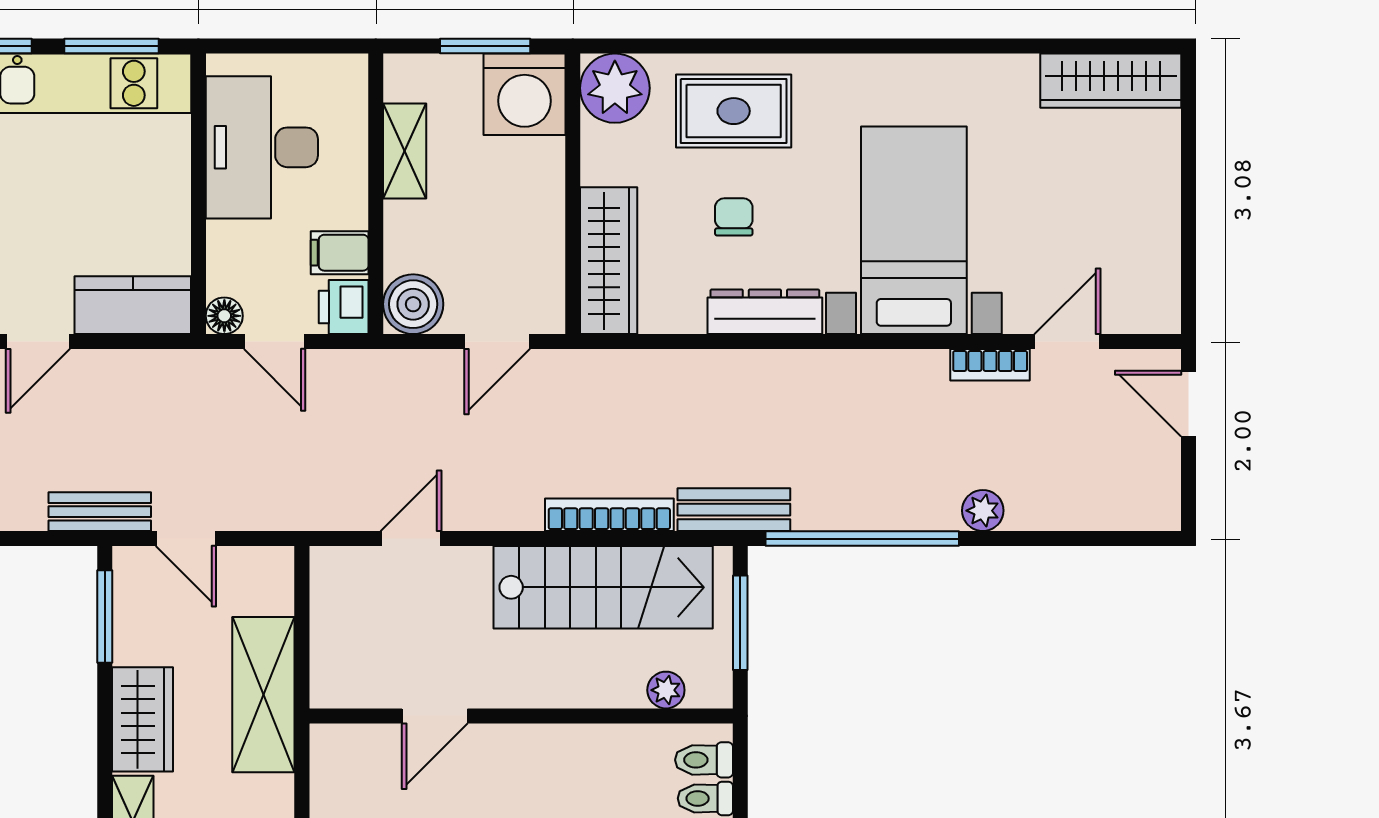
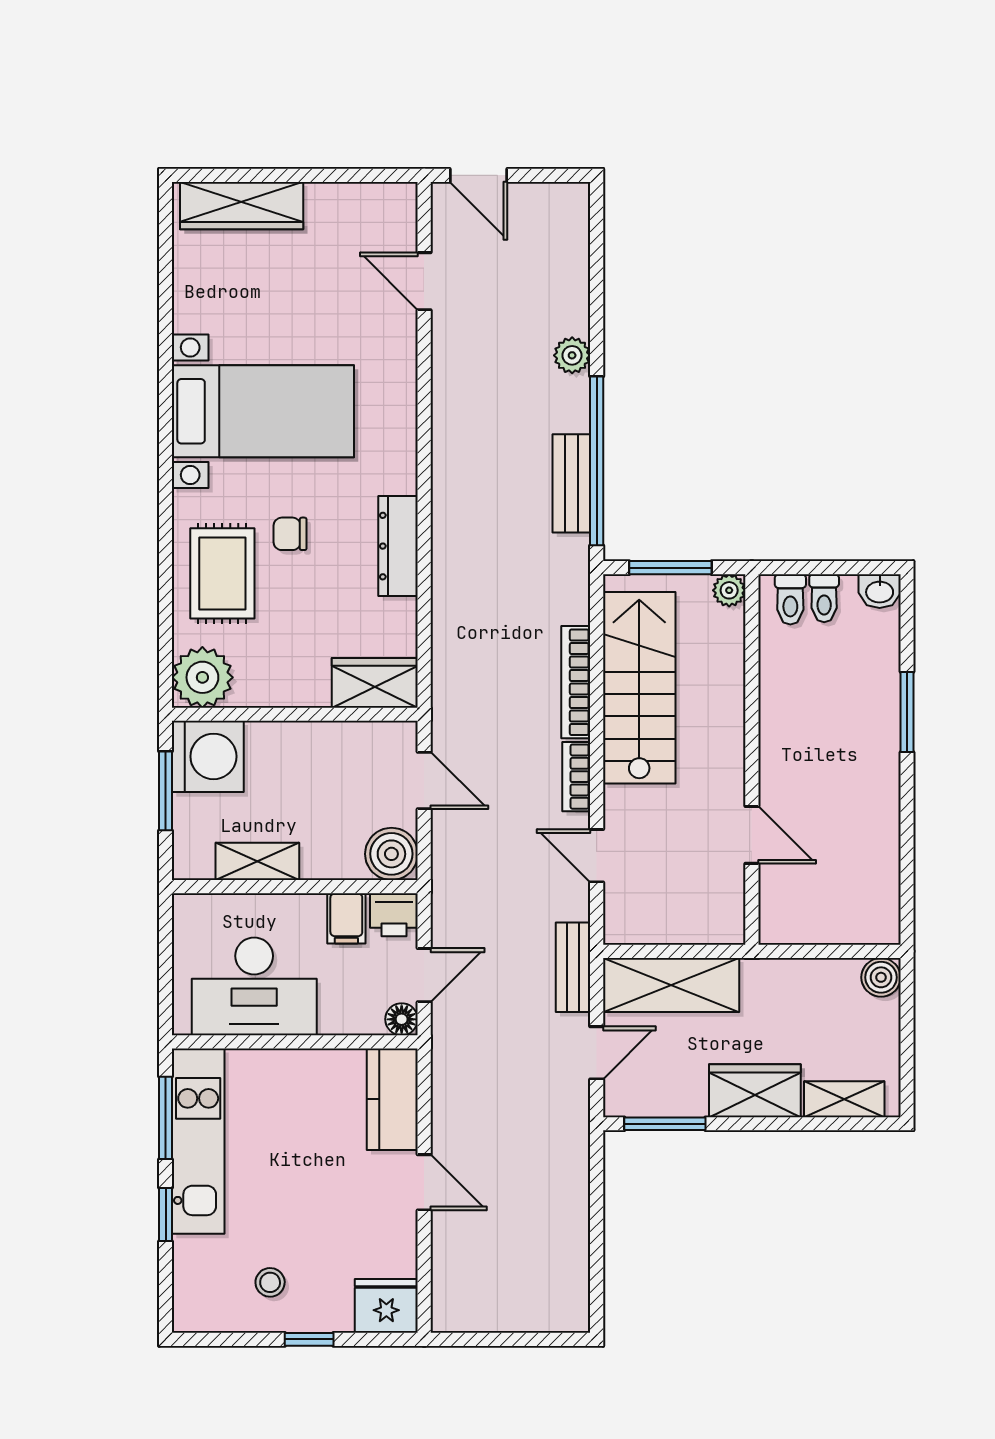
wardrobe: (1111, 81) -> (242, 206), moved, turned 90
chair: (734, 217) -> (290, 534), moved
bed with nightstands: (914, 230) -> (263, 411), moved, turned 180
wardrobe: (609, 261) -> (375, 683), width x0.67
bookcase: (990, 365) -> (576, 777), moved, turned 180
door: (1188, 404) -> (478, 175), hinge flipped
bench: (734, 510) -> (571, 483), moved
bench: (100, 512) -> (573, 967), moved
plant: (666, 690) -> (729, 590), moved
shelving: (263, 695) -> (671, 985), moved

